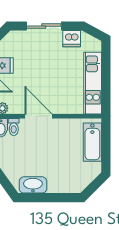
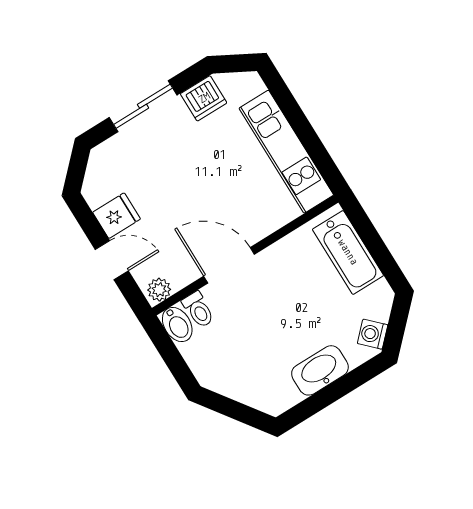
washing machine: (81, 183) -> (373, 334), added
washbasin: (33, 185) -> (320, 370), moved

